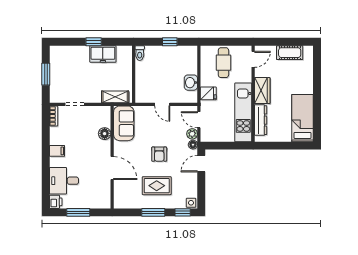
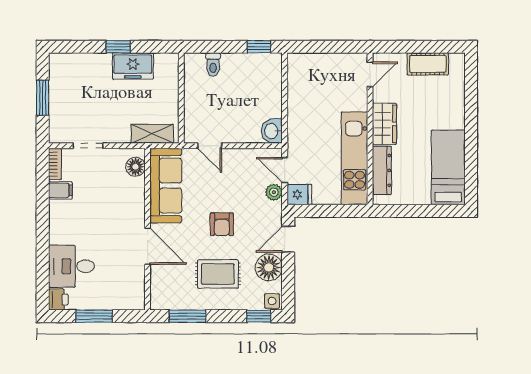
window: (170, 42) -> (259, 47), moved
toilet: (140, 53) -> (213, 65), moved
cafe table: (223, 63) -> (323, 80), removed
washbasin: (191, 83) -> (272, 131), moved
fridge: (208, 93) -> (299, 195), moved
door: (162, 104) -> (210, 146), moved
sofa: (124, 123) -> (166, 186), width x1.36
floor lamp: (105, 134) -> (136, 167), moved
floor lamp: (193, 145) -> (269, 267), moved, width x1.89, depth x1.89
filing cabinet: (57, 151) -> (60, 190), moved
window: (153, 212) -> (187, 316), moved

